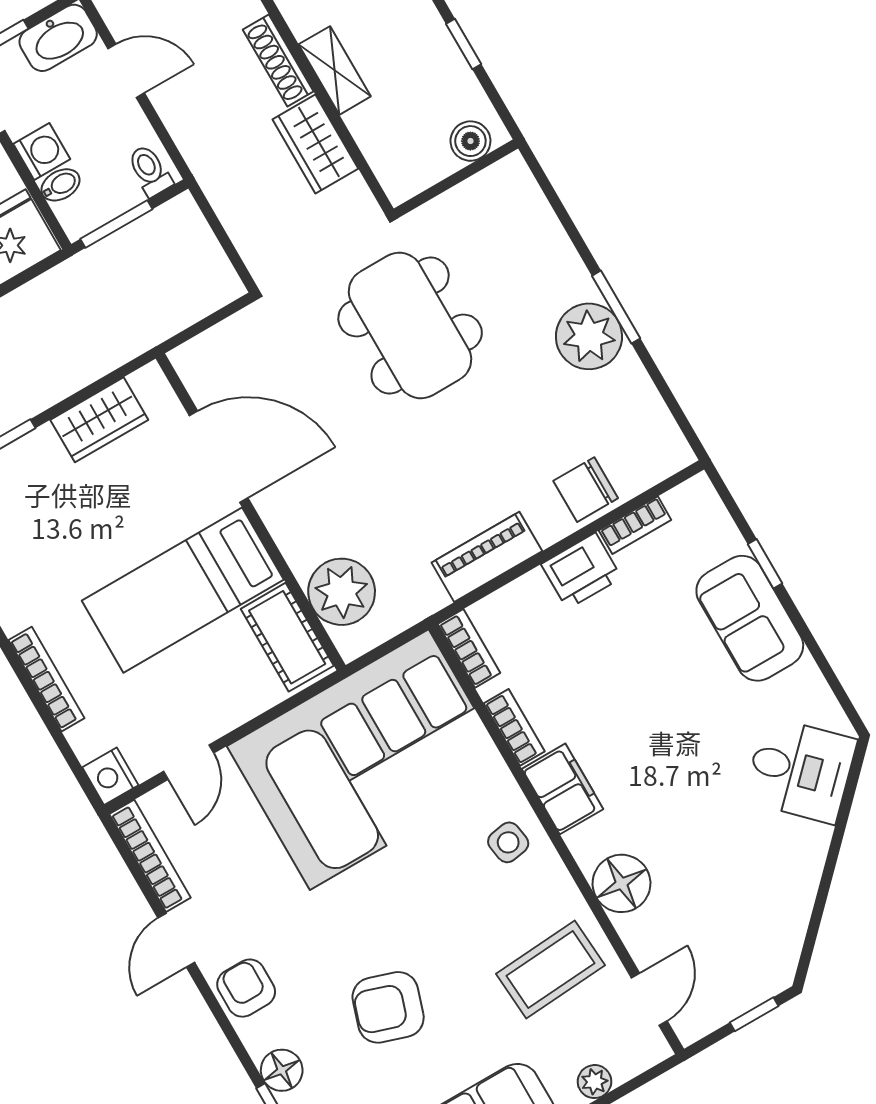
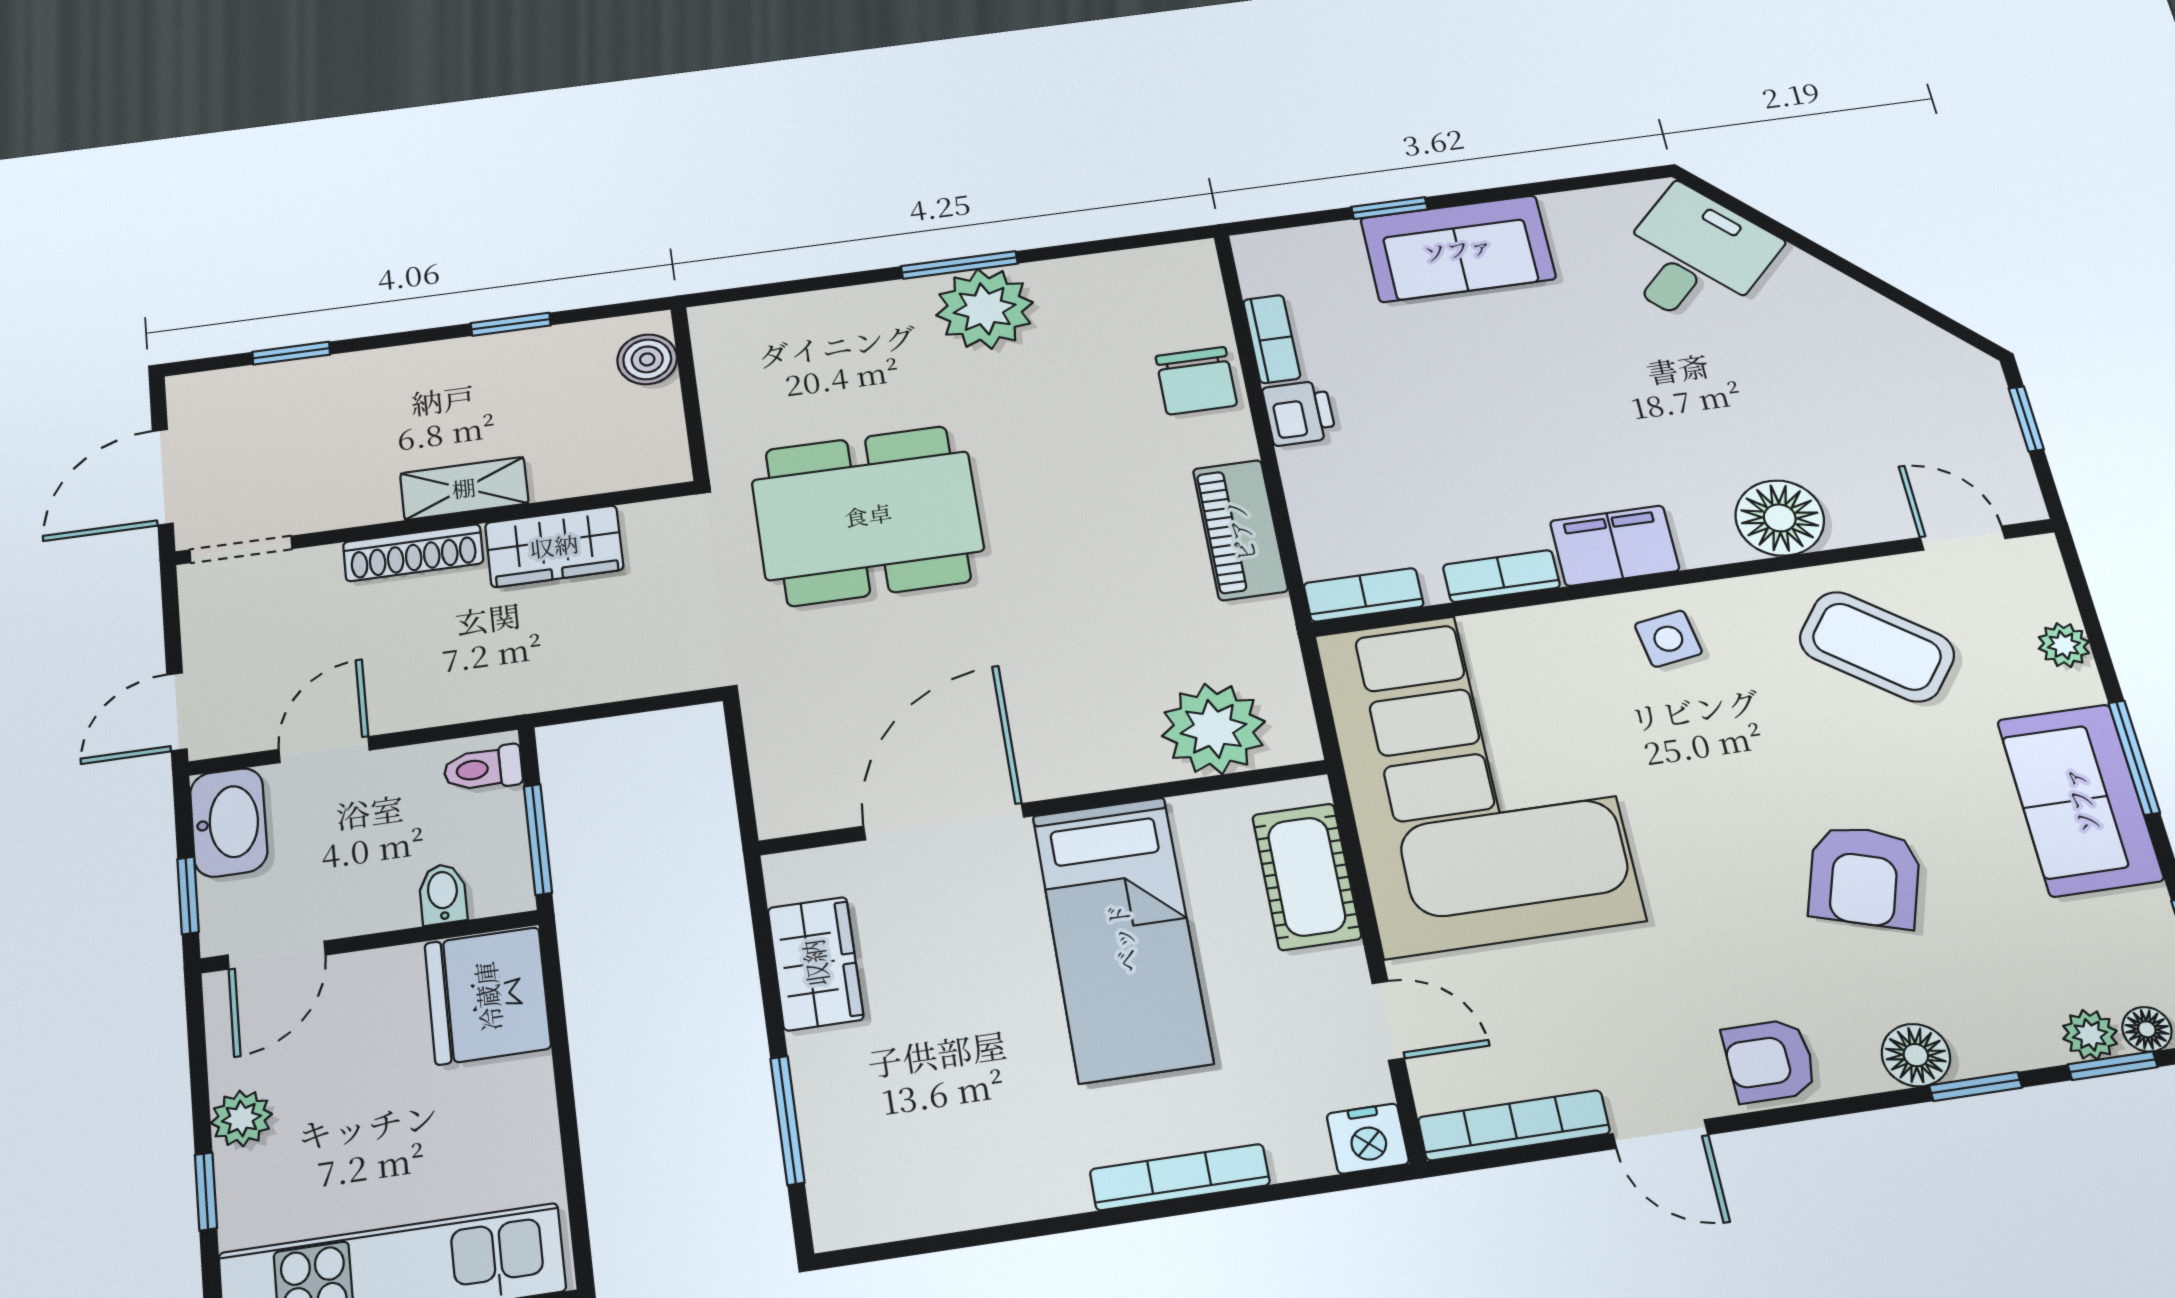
washing machine: (42, 152) -> (381, 902), removed
printer: (581, 571) -> (1299, 413), width x0.73, depth x0.81
cot: (287, 637) -> (1307, 877), moved, turned 90
coffee table: (550, 969) -> (1877, 647), turned -49

